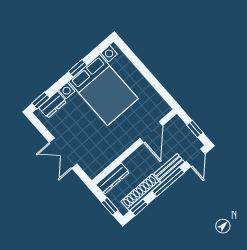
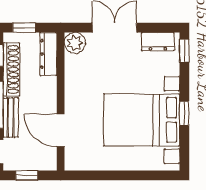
dresser: (53, 105) -> (158, 42), moved, turned -90
plant: (93, 169) -> (75, 43), added

